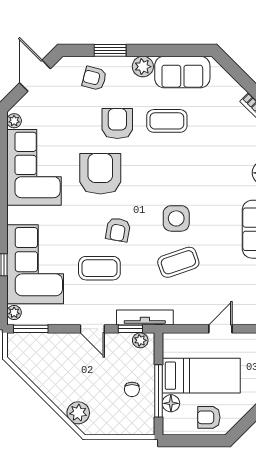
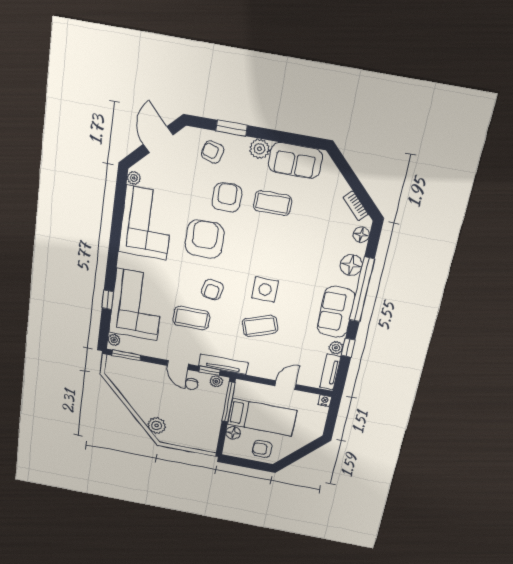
chair: (132, 389) -> (192, 384), moved
window: (158, 391) -> (228, 402), moved

